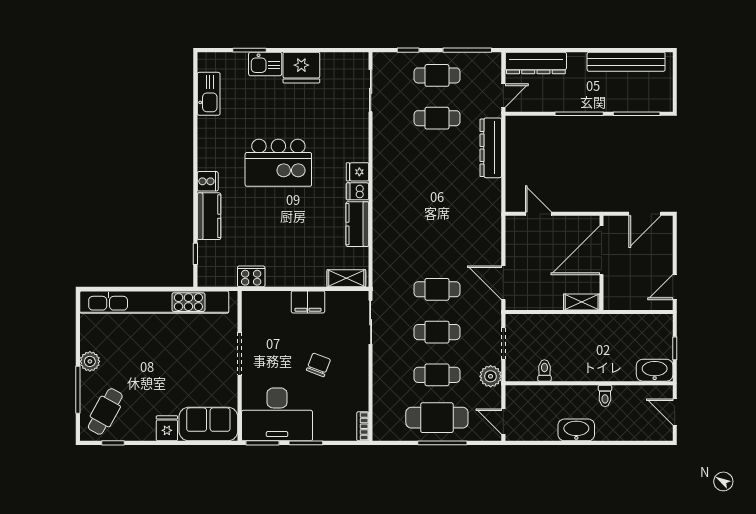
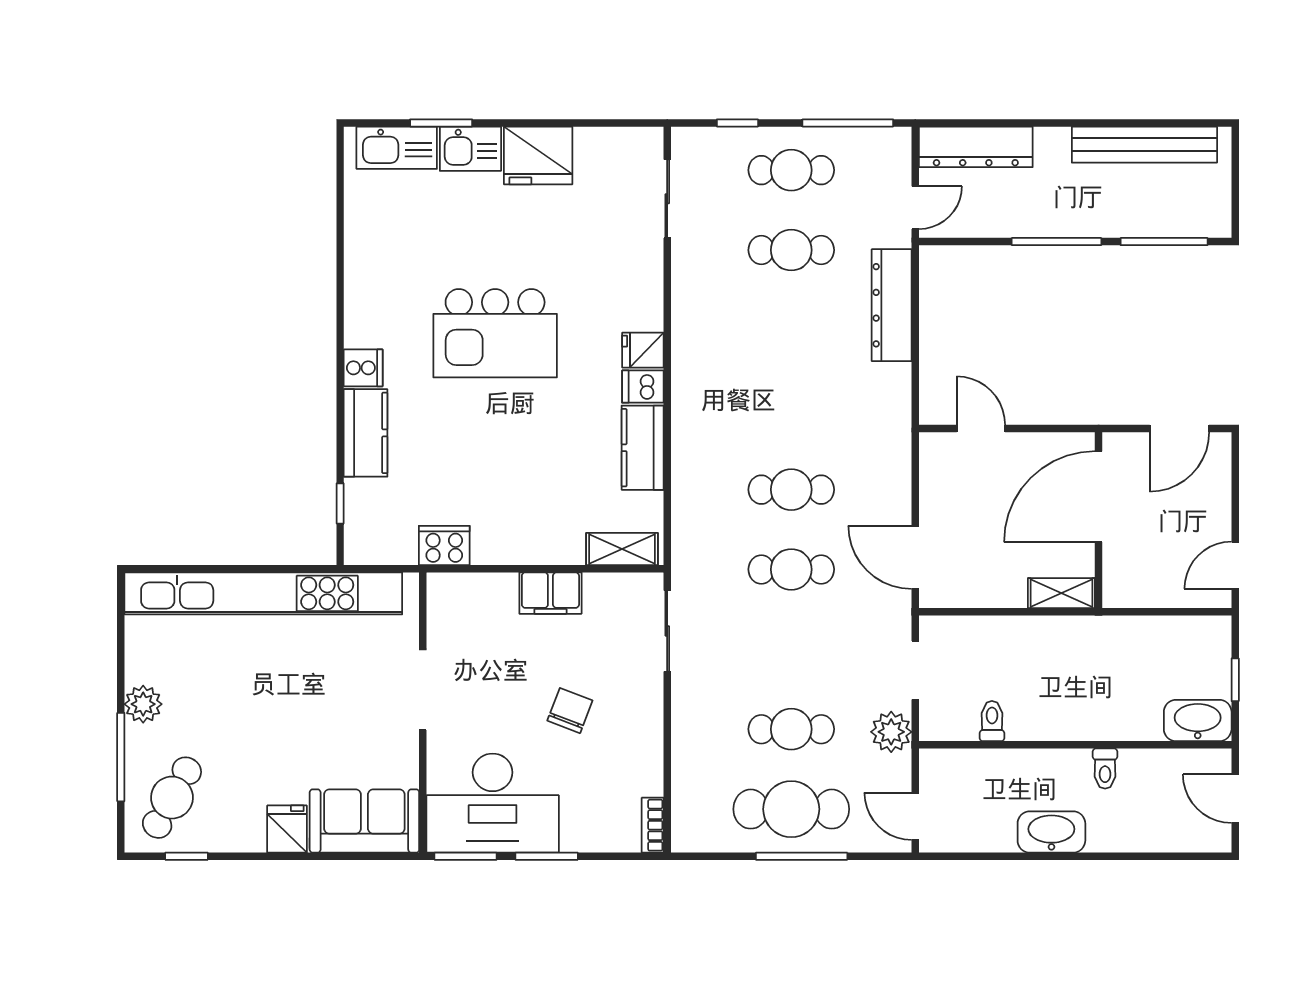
kitchen sink: (209, 94) -> (397, 148), moved, turned 90
cafe table: (437, 332) -> (791, 490), moved

